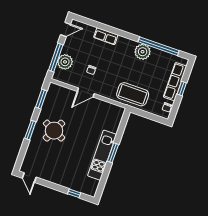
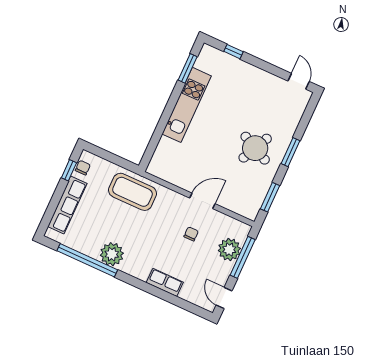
door: (66, 29) -> (224, 298), hinge flipped
window: (182, 89) -> (69, 170), moved
window: (113, 153) -> (188, 68), moved

